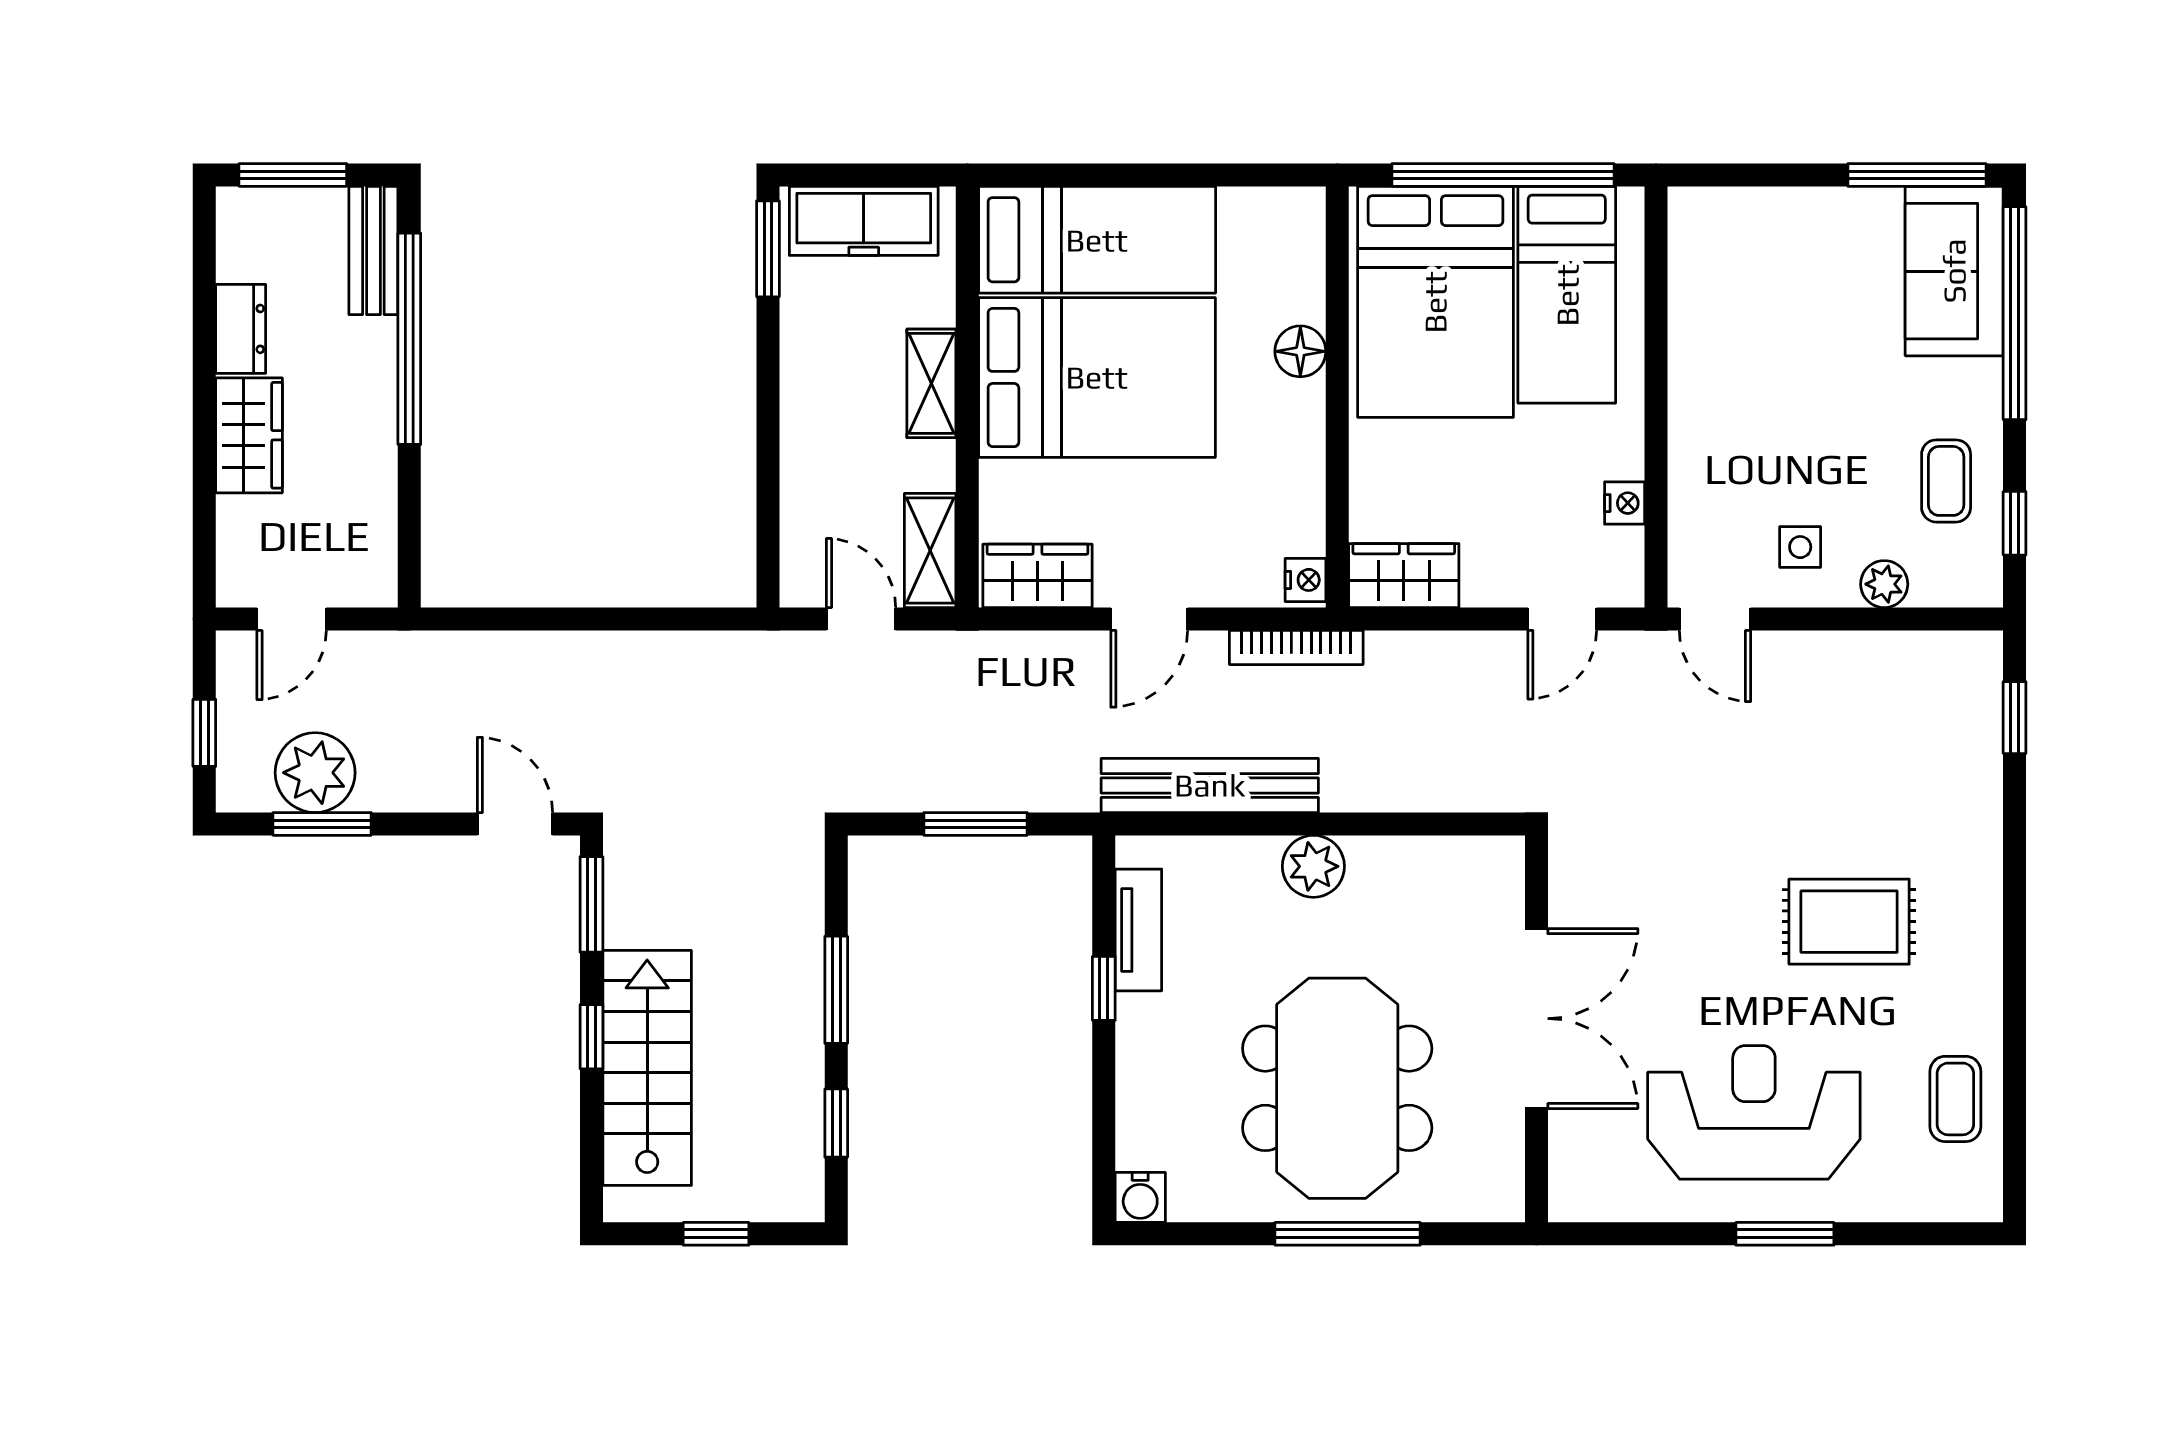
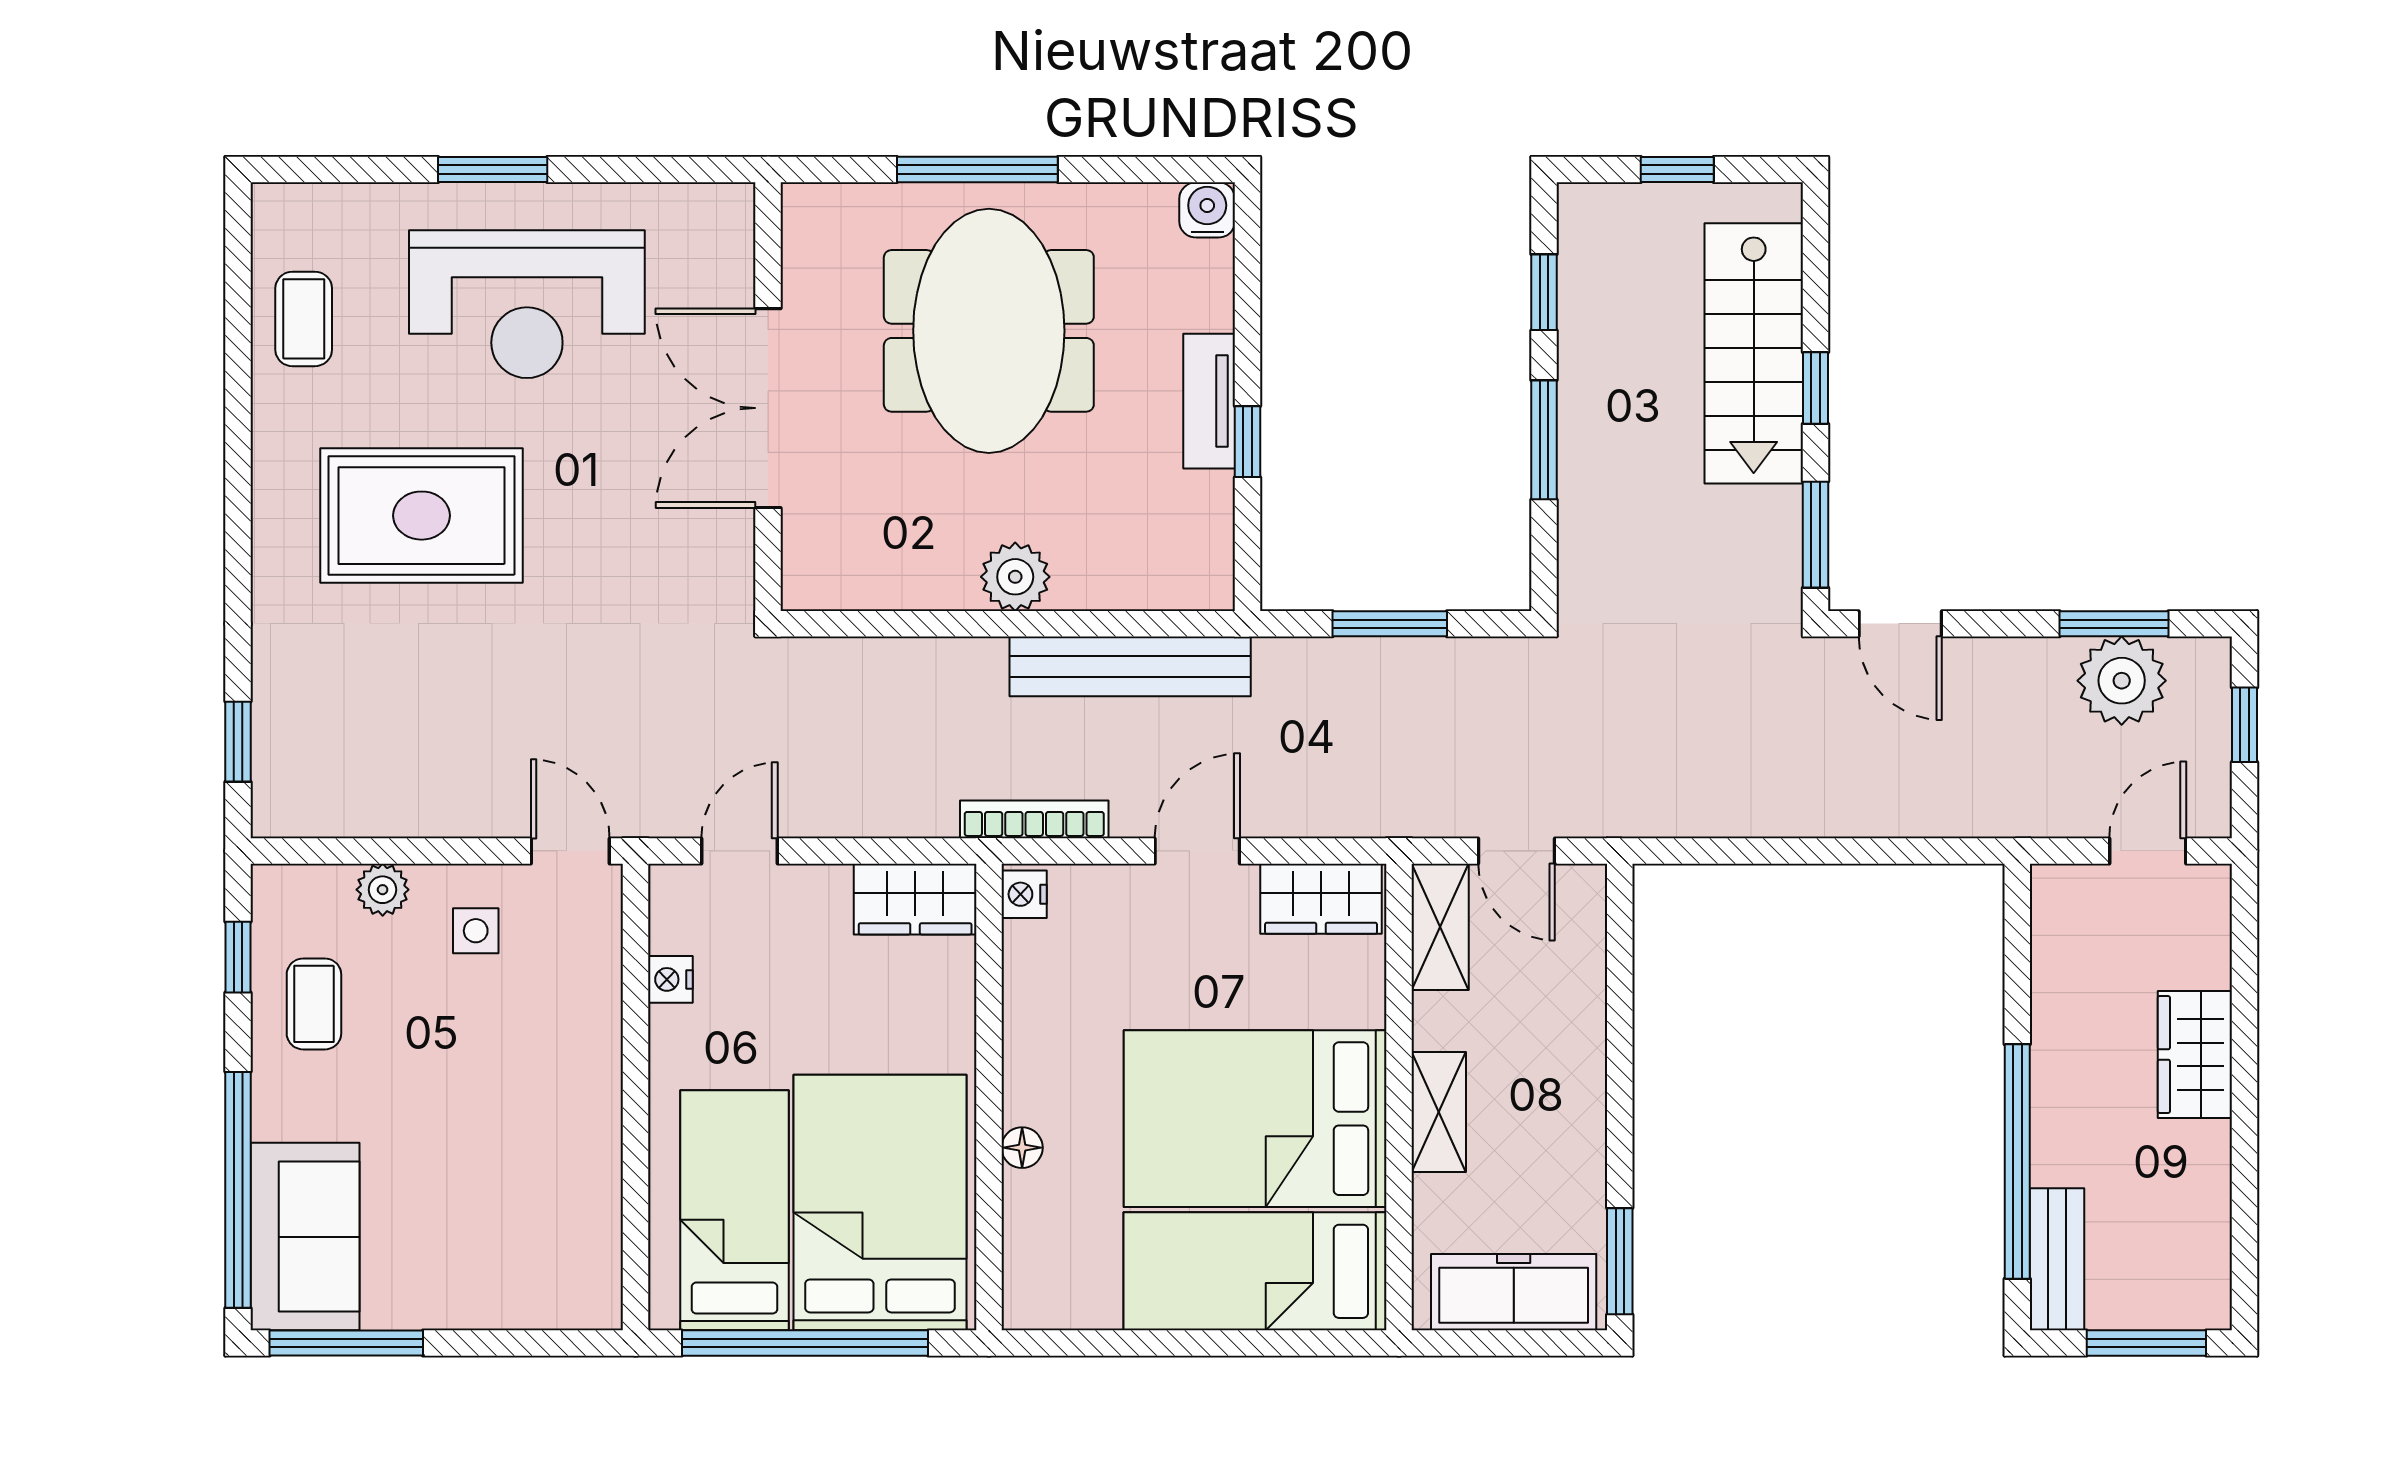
dresser: (241, 329) -> (2204, 1172), removed
floor lamp: (1300, 351) -> (1022, 1148), width x0.73, depth x0.73
rug: (1849, 922) -> (422, 516), width x1.36, depth x1.43
tv unit: (1138, 930) -> (1209, 401), moved

